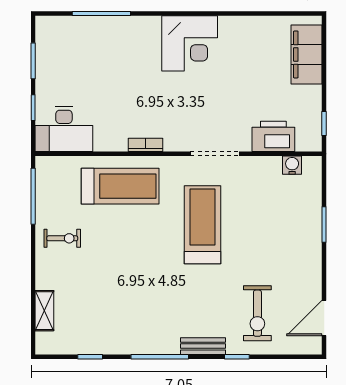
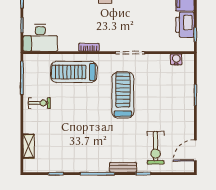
printer: (273, 136) -> (185, 25), moved, turned -90
treadmill: (120, 186) -> (74, 72), turned 180

